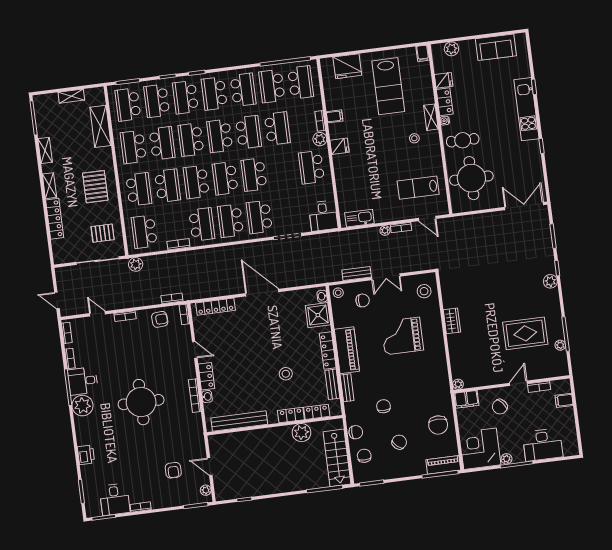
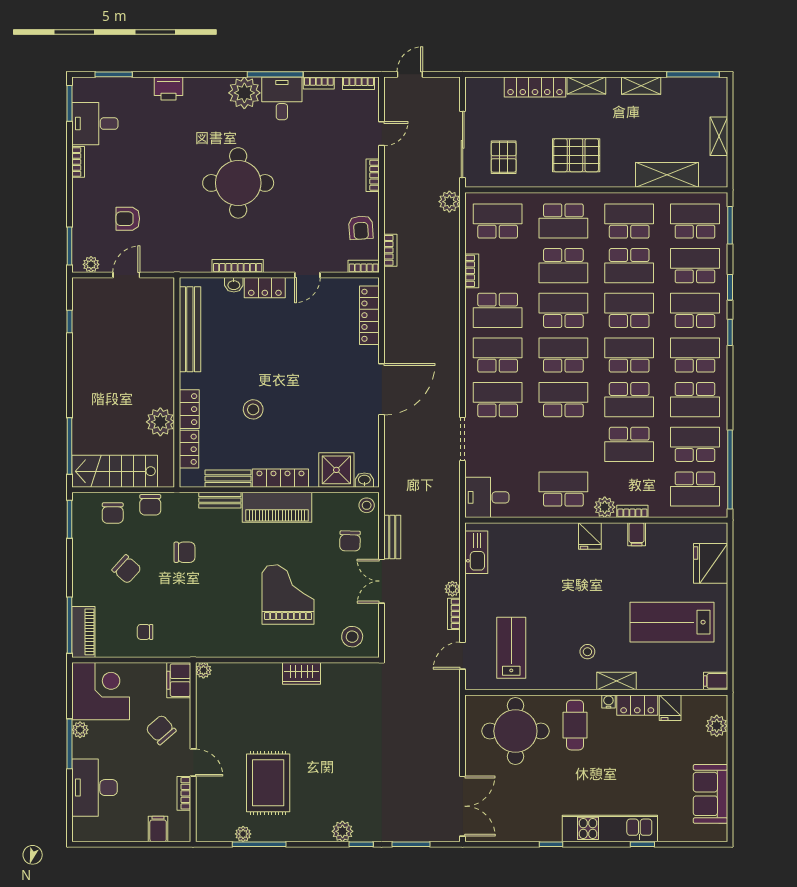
chair: (438, 425) -> (145, 632), width x0.54, depth x0.54
chair: (364, 456) -> (113, 513), turned 90

